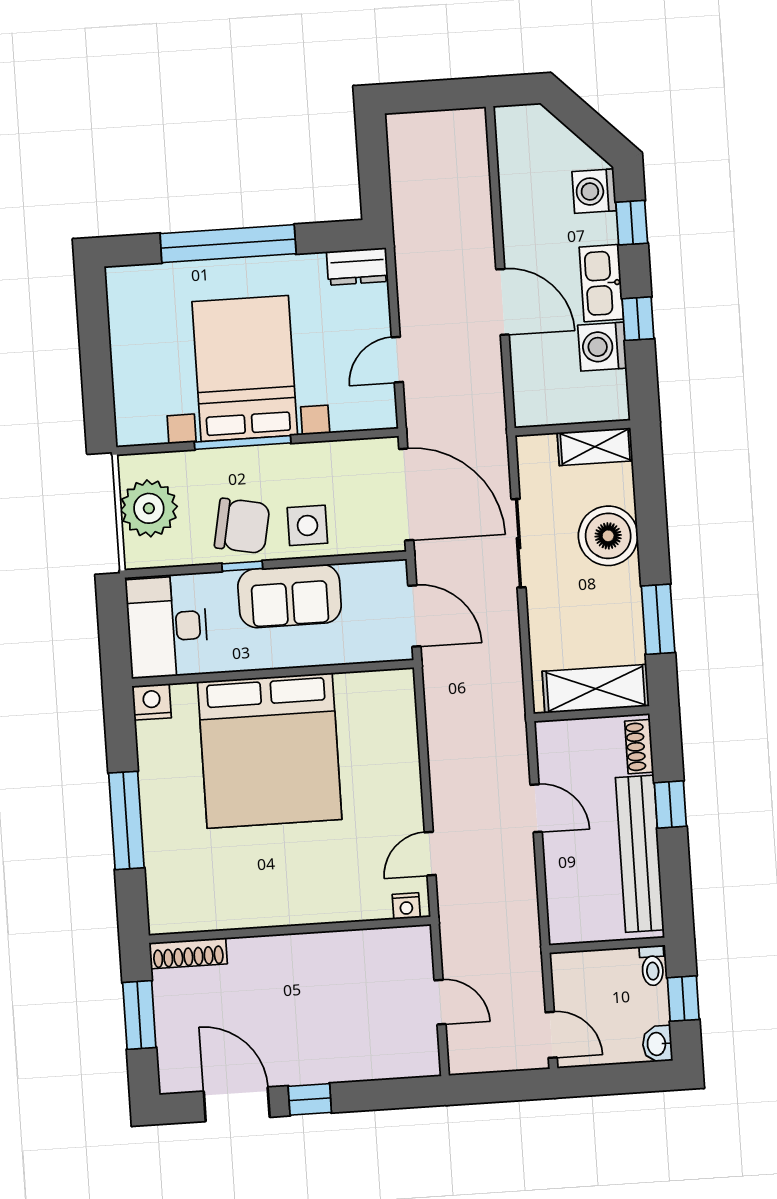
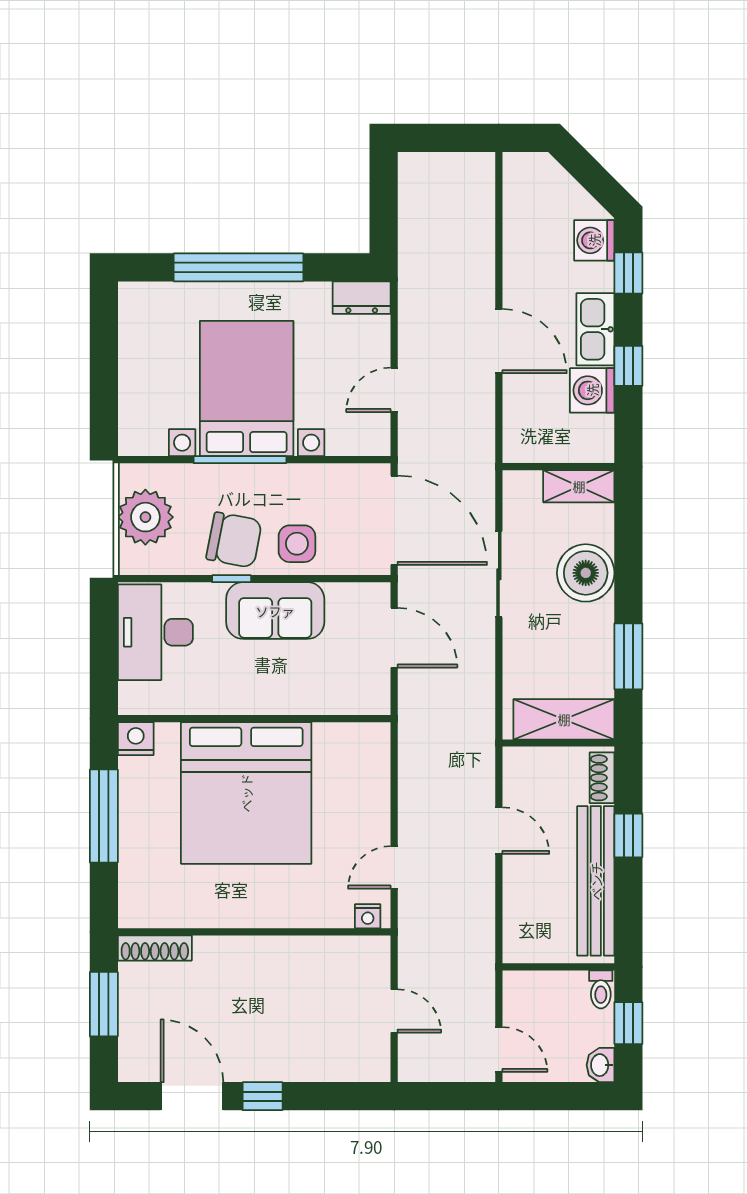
wall: (273, 673) -> (254, 719), moved
nightstand: (152, 702) -> (136, 739), moved
bed: (270, 751) -> (246, 793), moved

